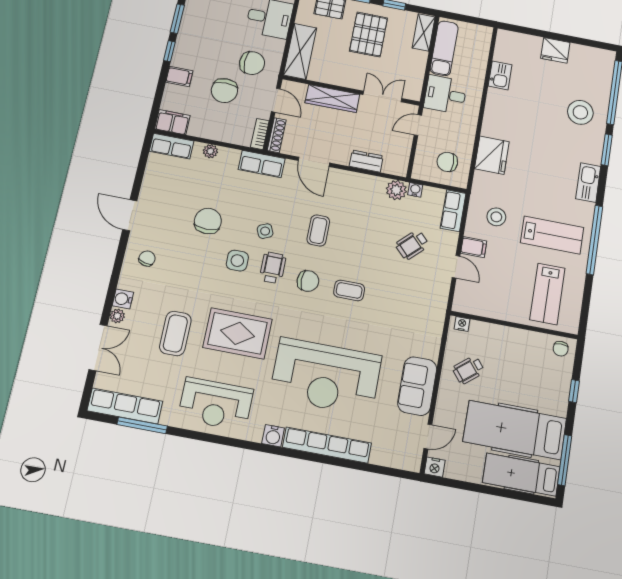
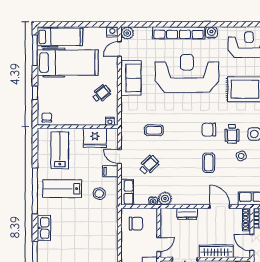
fridge: (492, 155) -> (95, 138), moved, turned -90
coffee table: (349, 290) -> (154, 130), moved
plant: (411, 460) -> (127, 33), added

